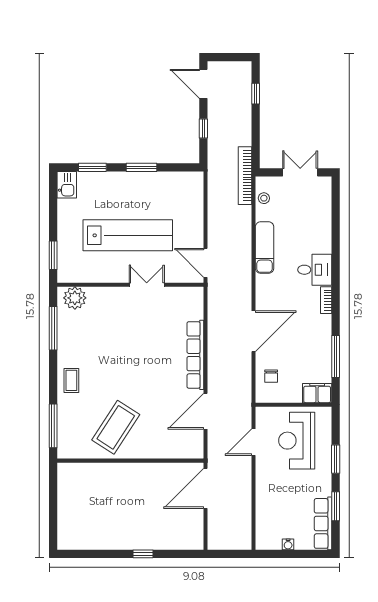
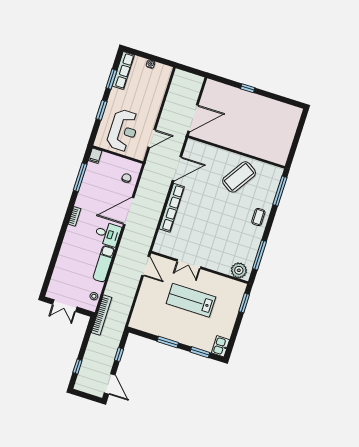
lab bench: (128, 235) -> (191, 300), width x0.73
desk: (315, 270) -> (108, 234), moved, turned 180
filing cabinet: (317, 393) -> (95, 156), width x0.50

